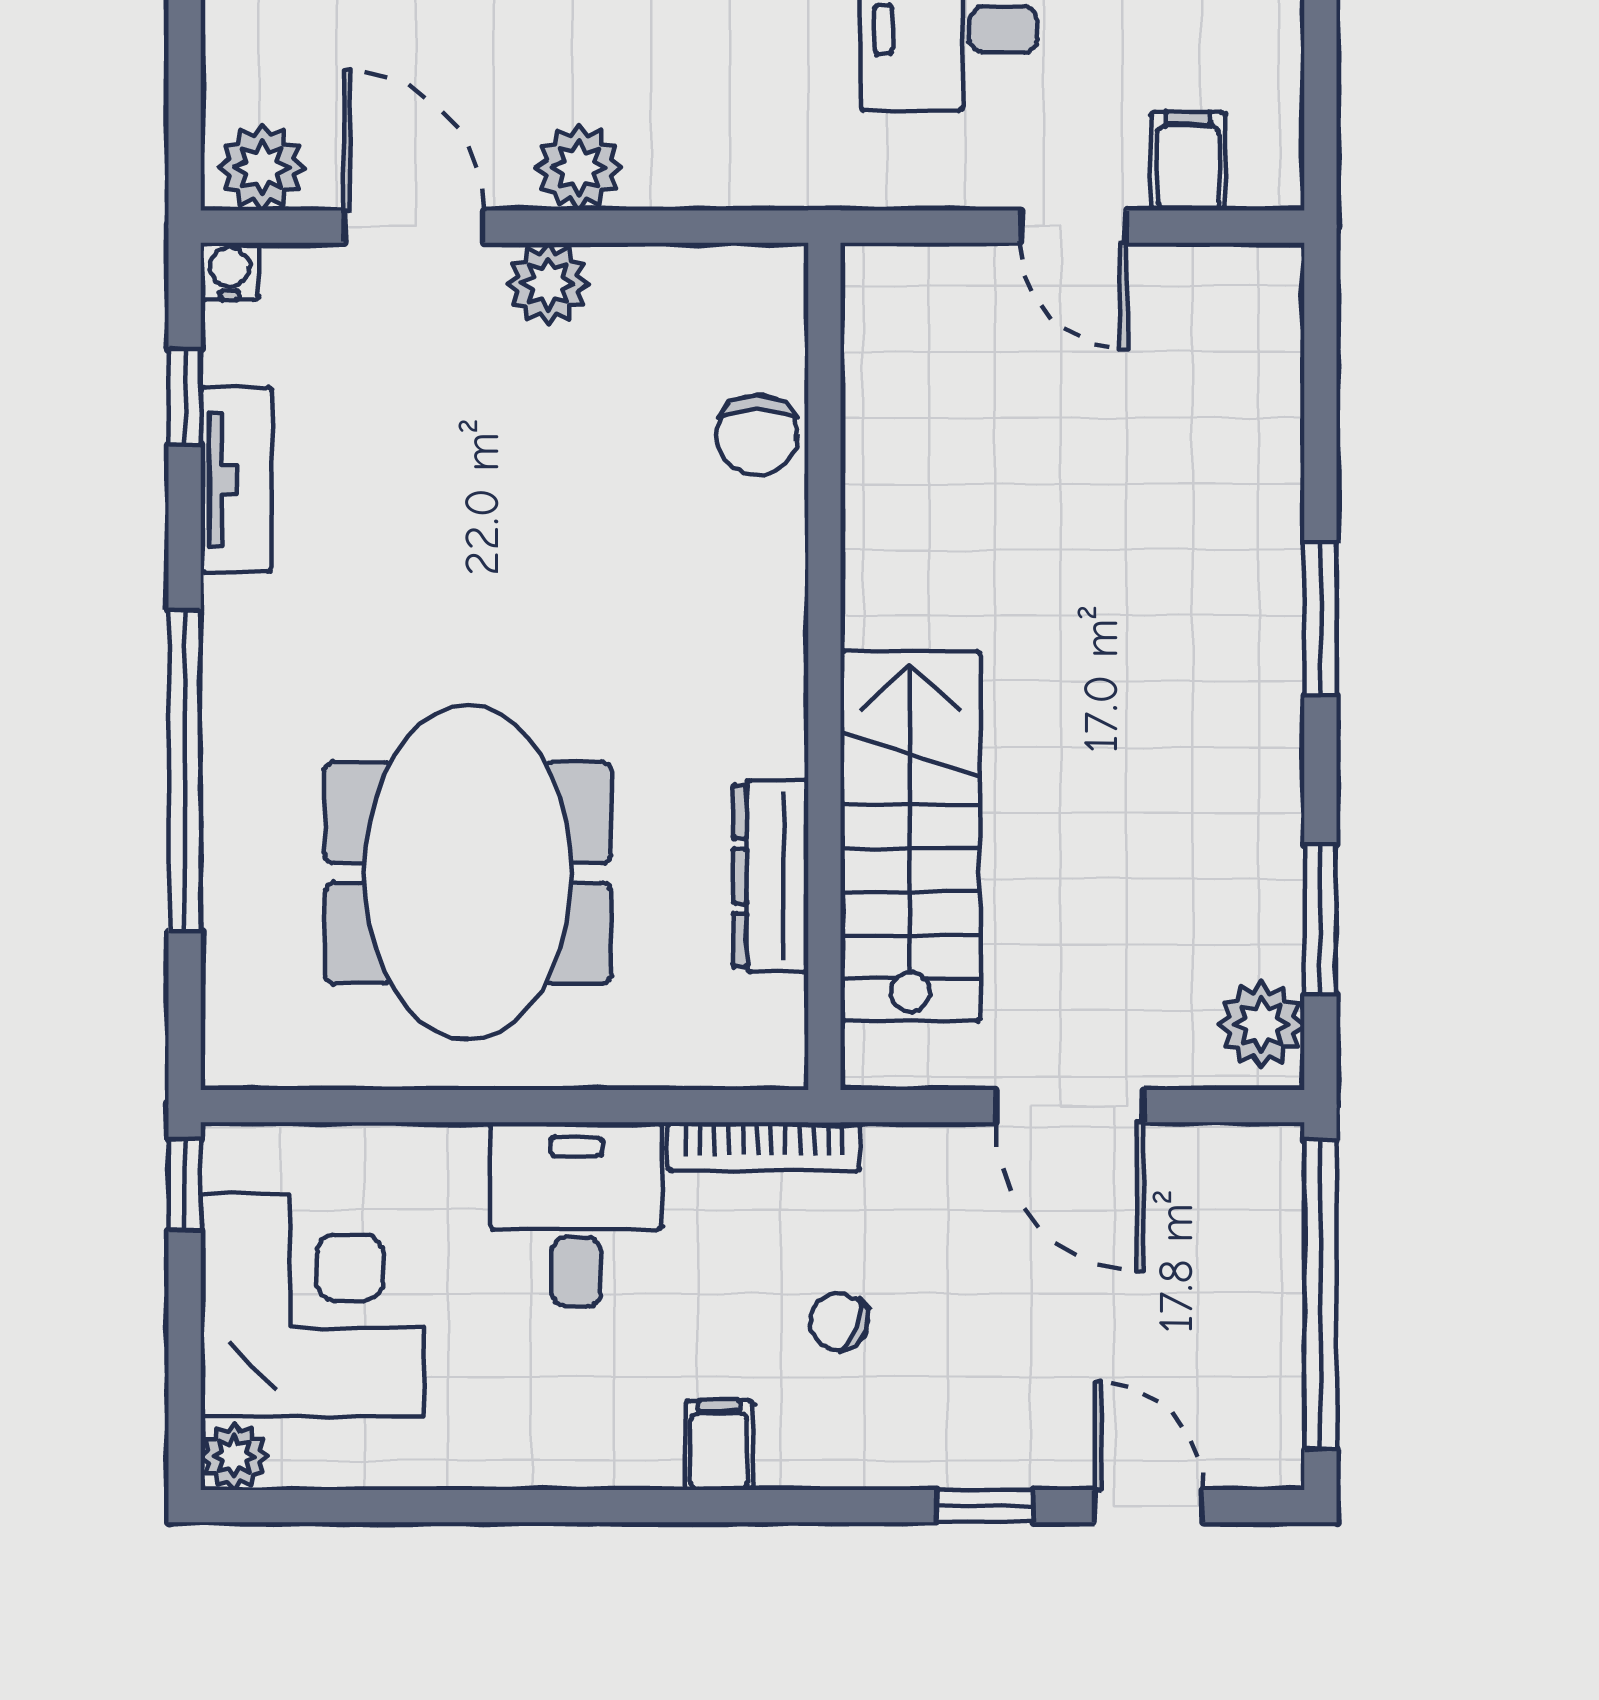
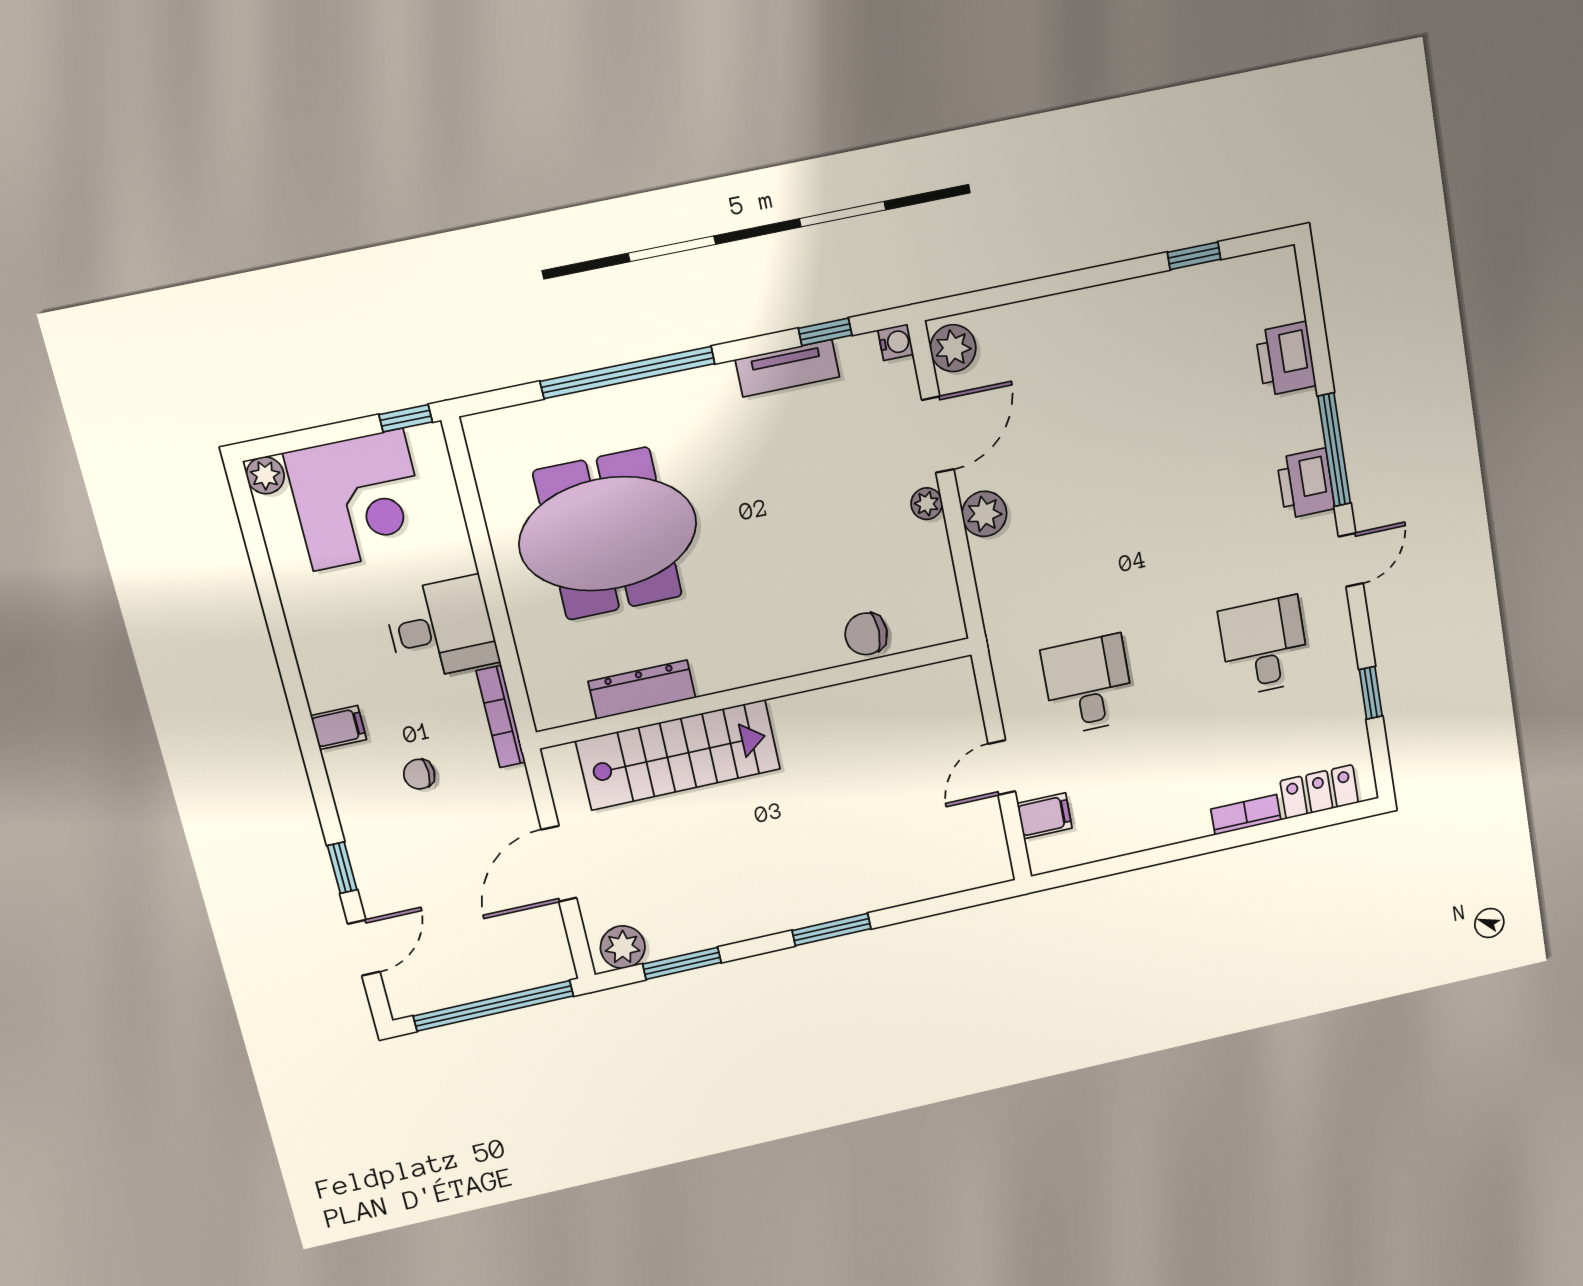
plant: (548, 284) -> (927, 504), width x0.73, depth x0.73
chair: (839, 1322) -> (419, 774), turned -109

